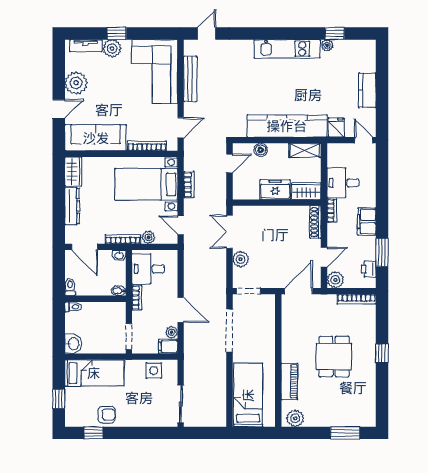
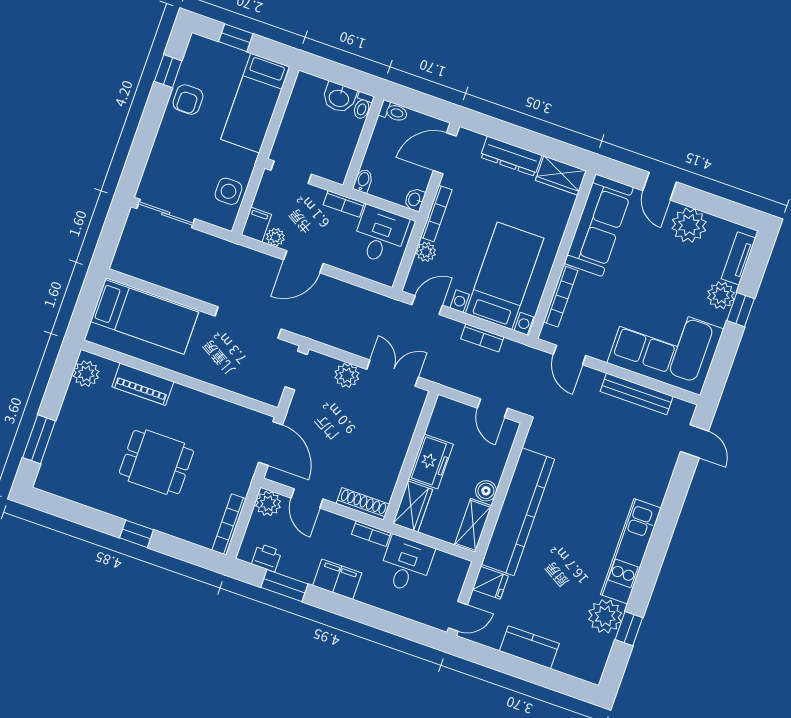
plant: (327, 45) -> (605, 616), width x1.88, depth x1.88
boiler: (261, 150) -> (486, 491), moved
washbasin: (73, 344) -> (339, 98), moved

